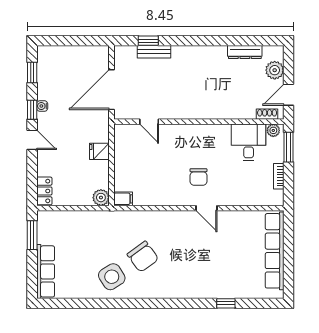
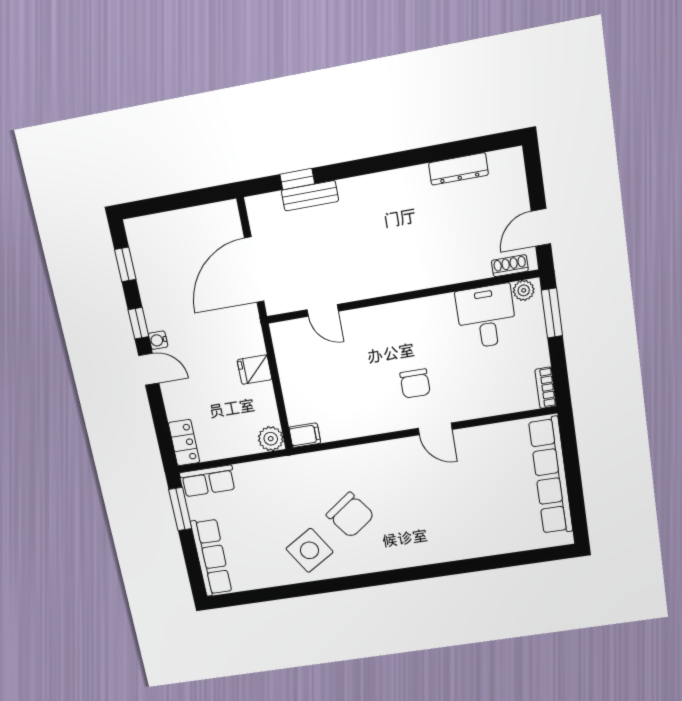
plant: (275, 70) -> (512, 191), removed
water cooler: (42, 106) -> (158, 340), moved
bookcase: (279, 176) -> (546, 388), moved
row of seats: (54, 219) -> (208, 481), added
window: (226, 303) -> (487, 563), removed

